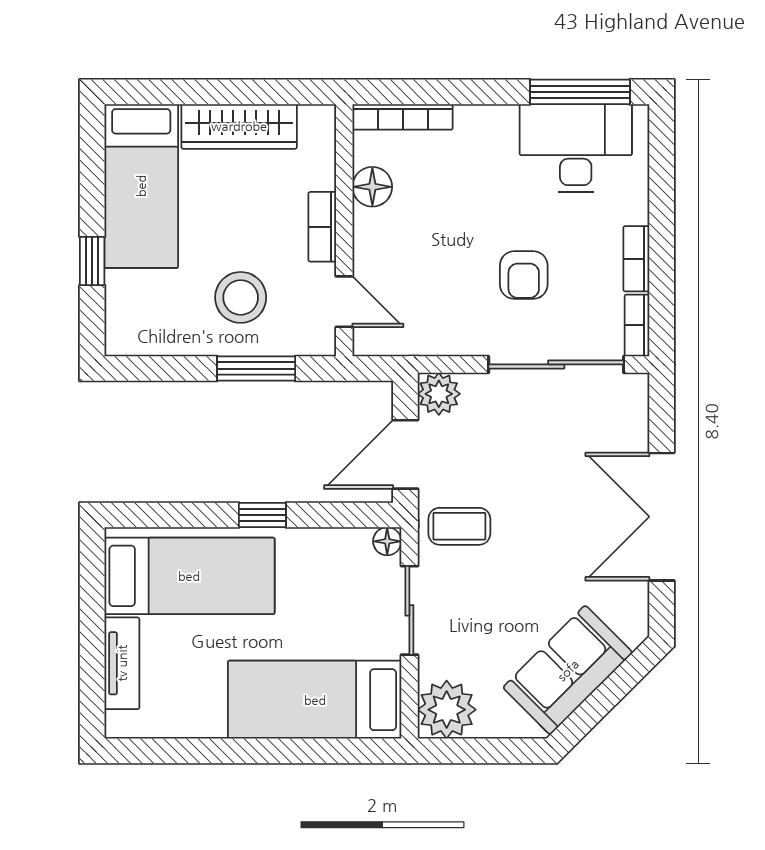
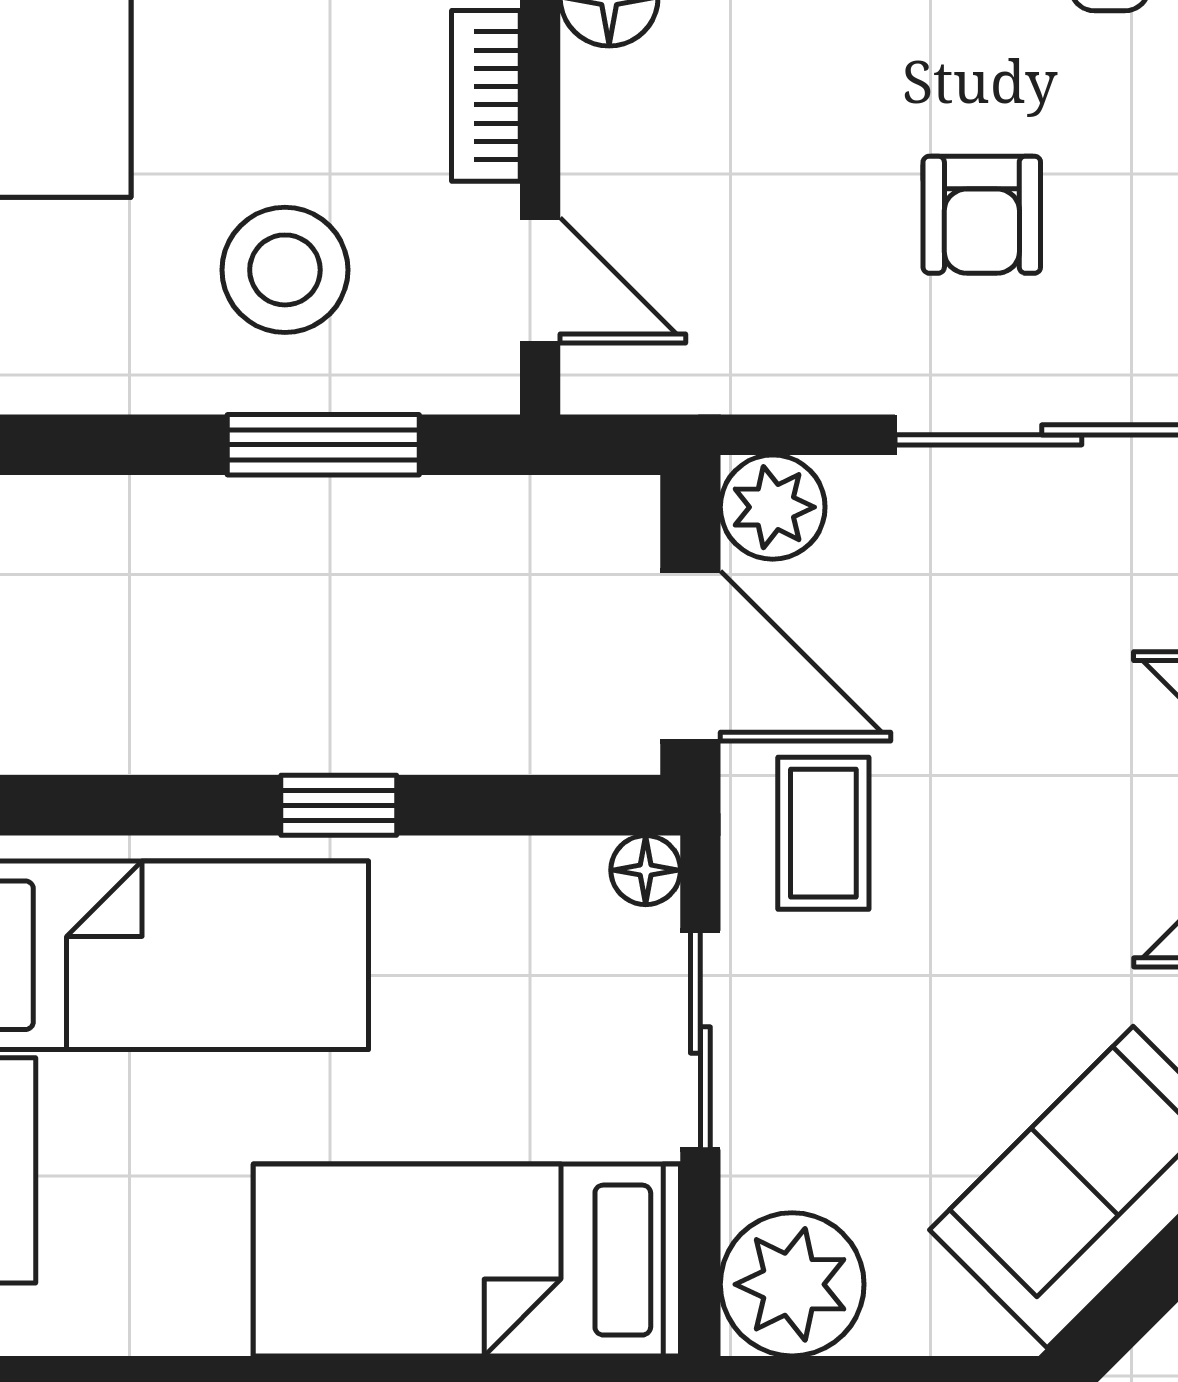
door: (405, 454) -> (690, 656), swing flipped
coffee table: (459, 526) -> (823, 833), turned 90

